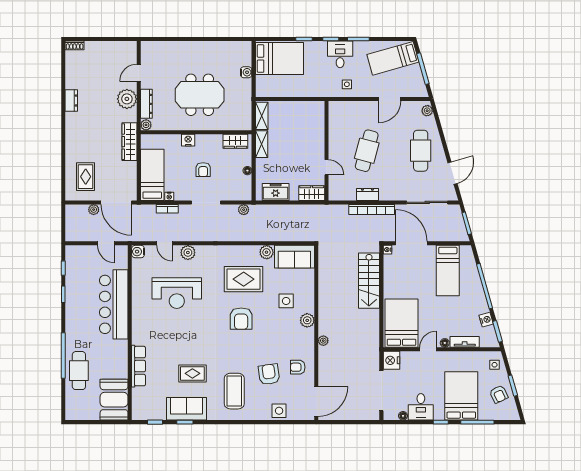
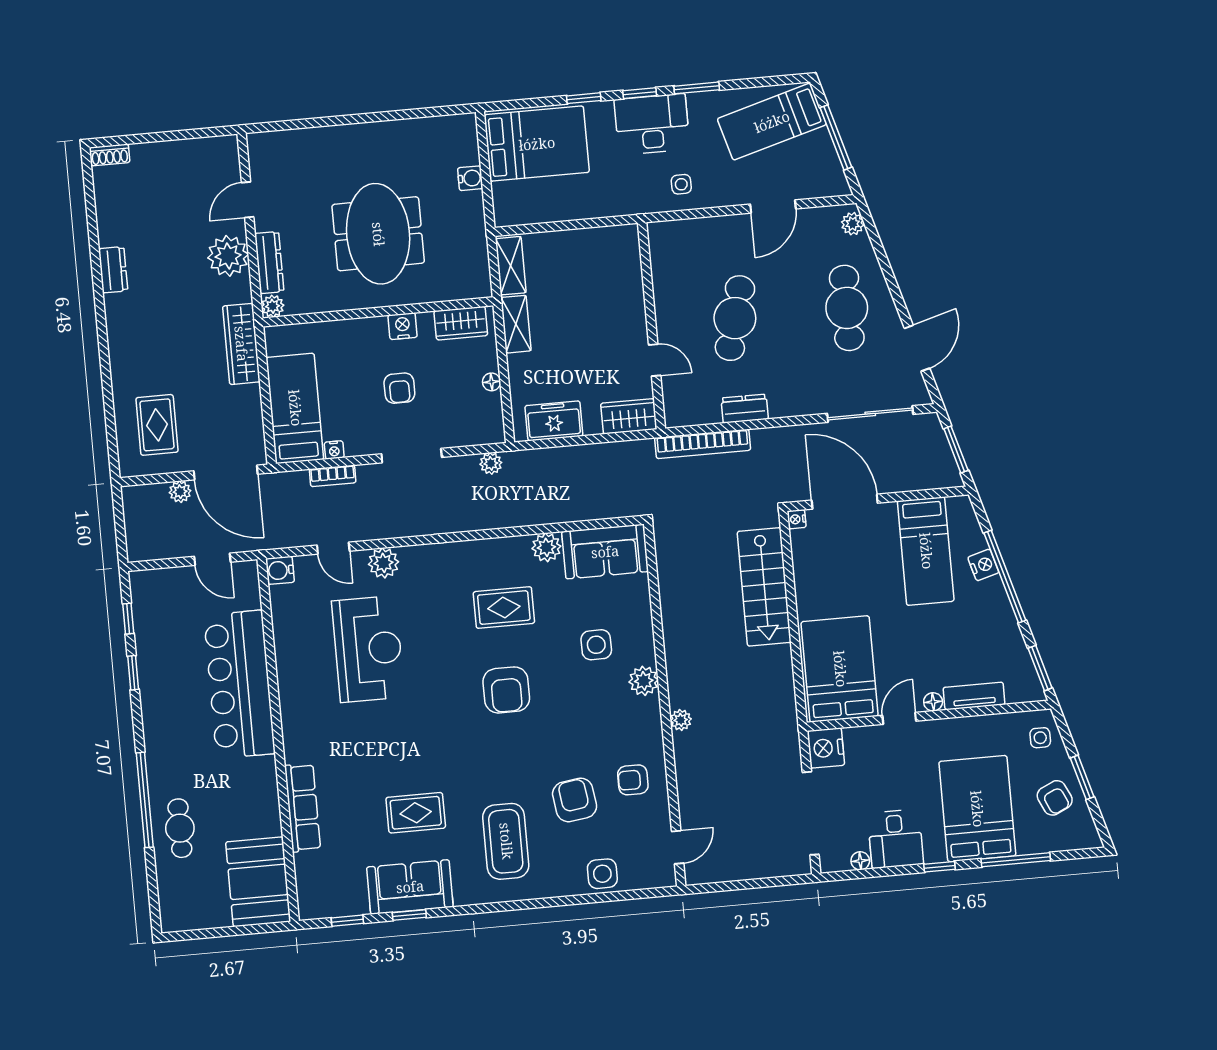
desk: (340, 54) -> (652, 124), width x1.37
meeting table: (200, 95) -> (378, 234), turned 90
nightstand: (188, 140) -> (403, 326), moved
bookcase: (372, 209) -> (703, 444), moved
rug: (244, 279) -> (504, 608), width x0.73, depth x0.70
reception desk: (177, 293) -> (368, 649), turned -90
nightstand: (486, 320) -> (983, 565), moved
cafe table: (79, 371) -> (180, 828), width x0.73, depth x0.74
door: (316, 401) -> (678, 847), width x0.53

